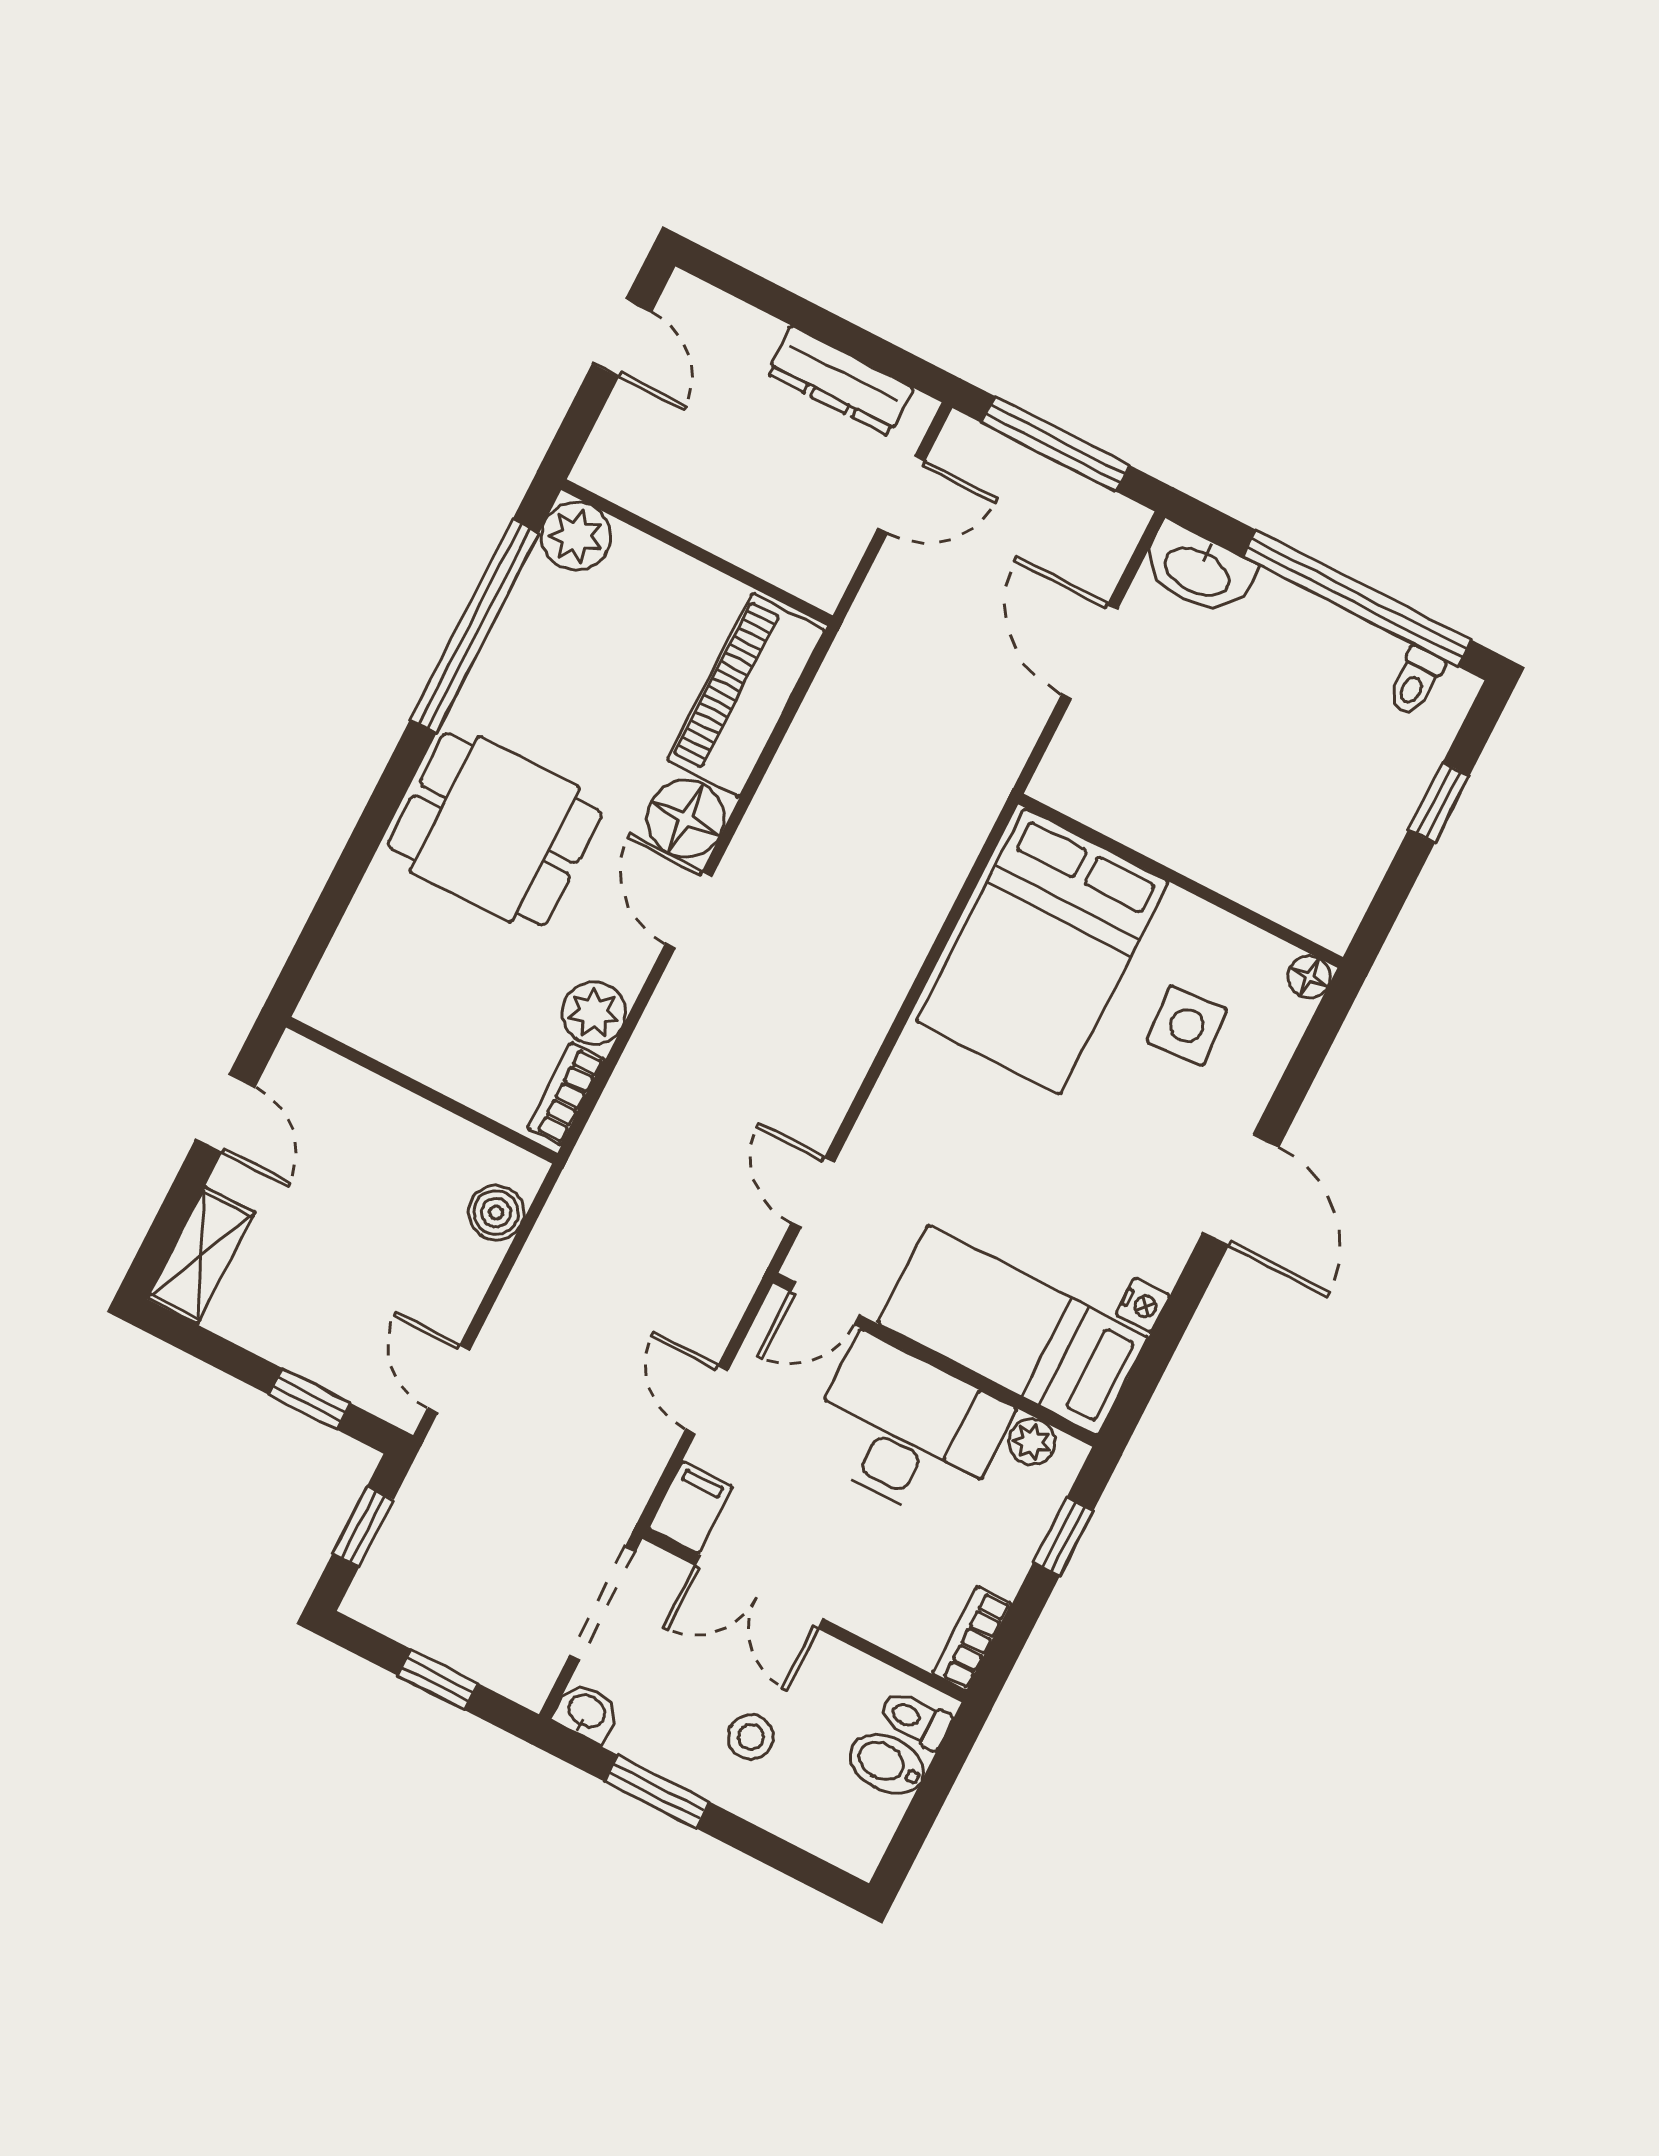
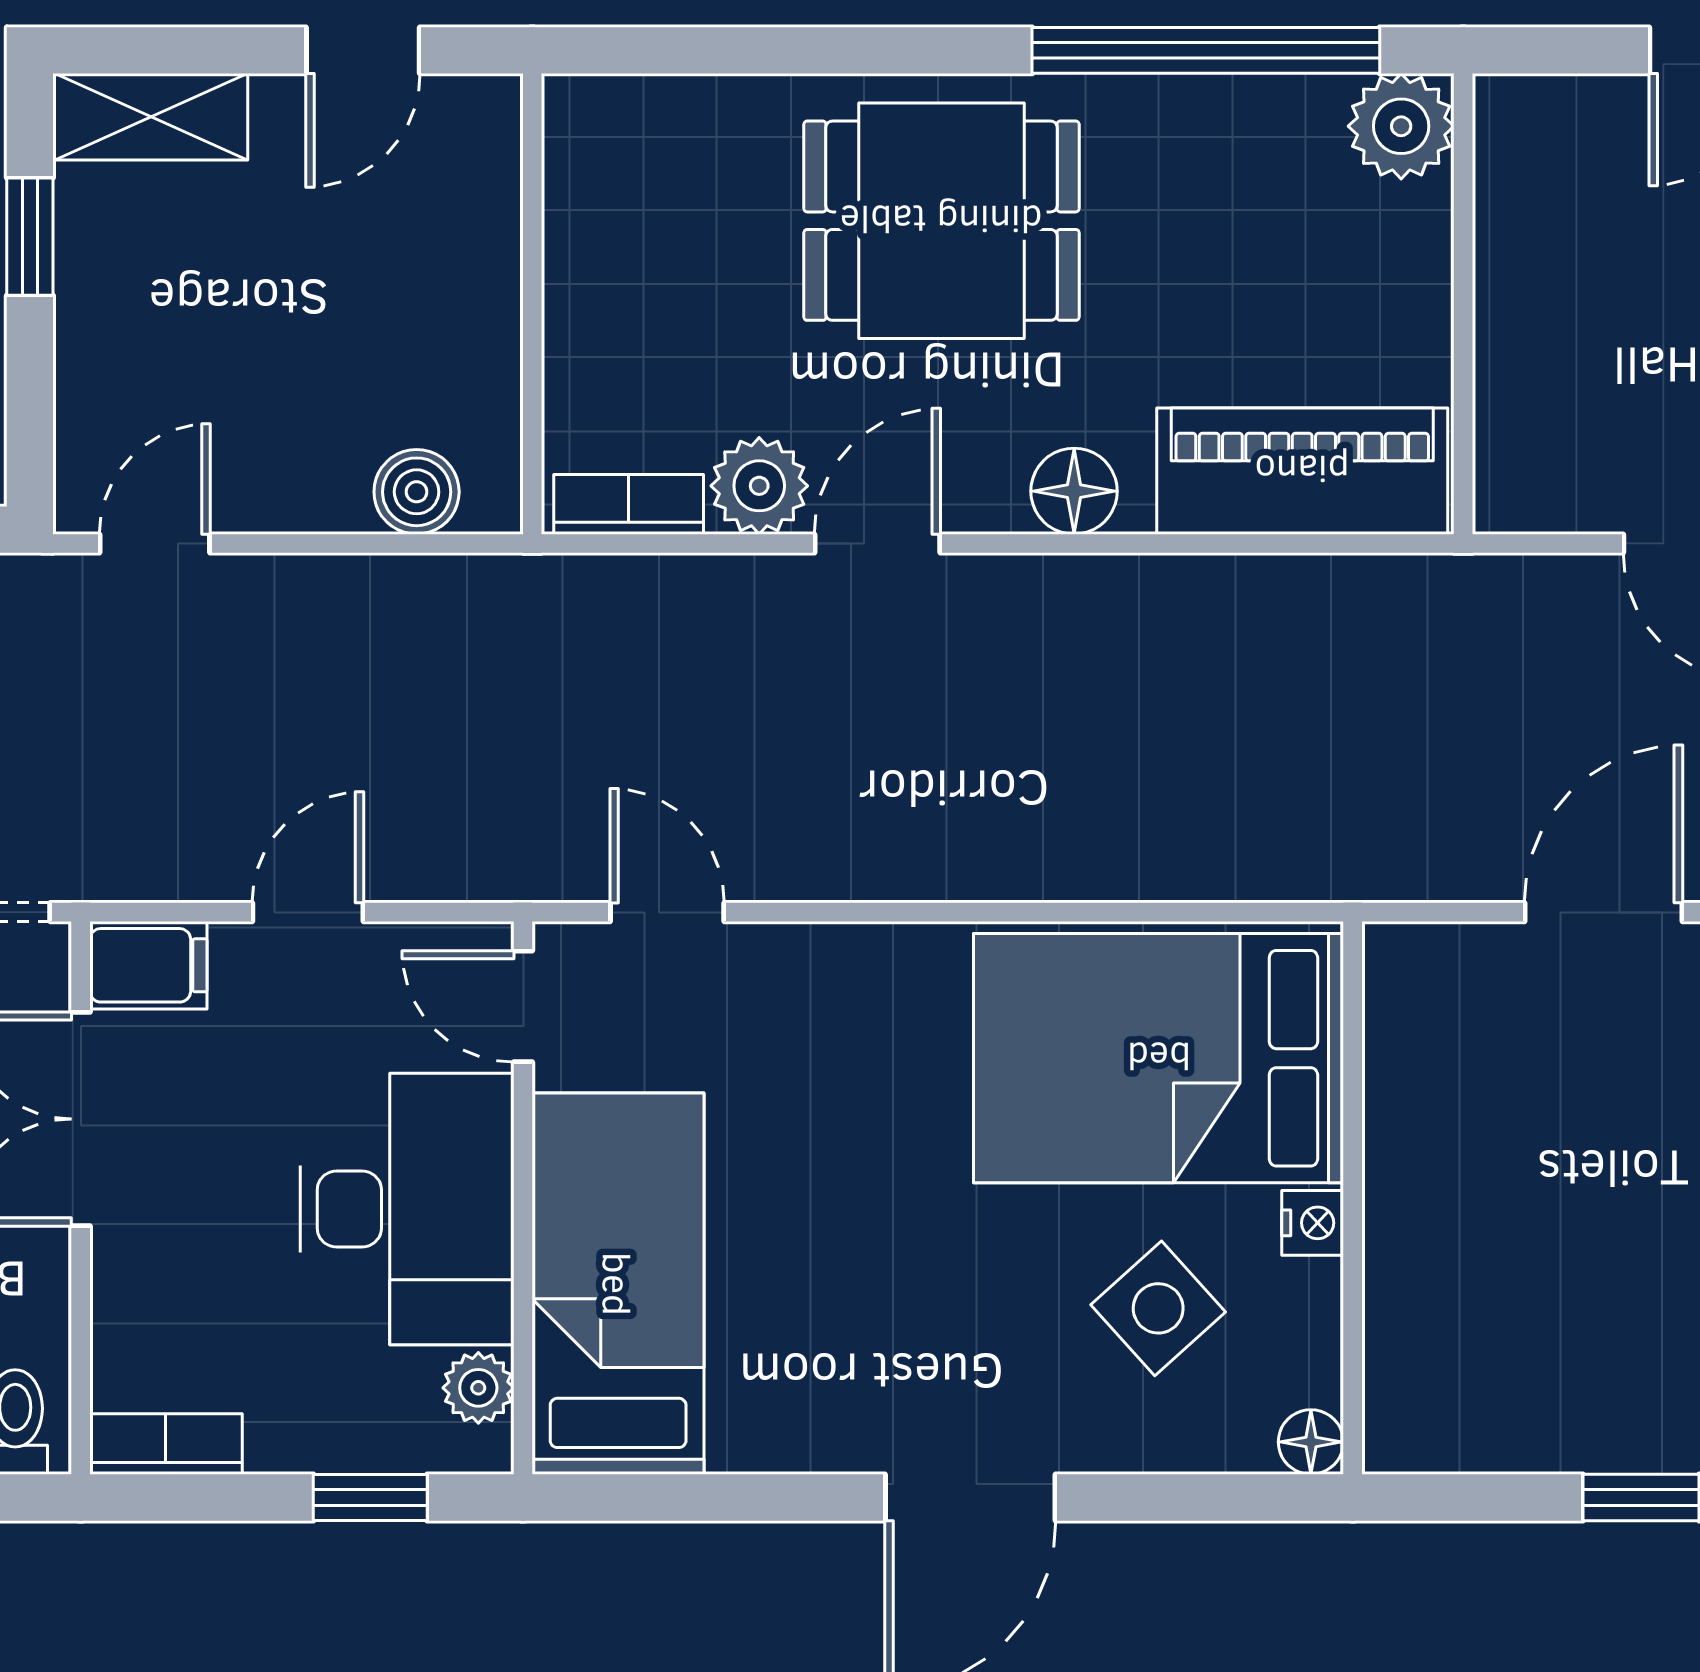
floor lamp: (686, 819) -> (1074, 491), width x0.73, depth x0.73
dining table: (495, 829) -> (941, 221), turned 90
door: (689, 910) -> (877, 543), moved
side table: (1187, 1026) -> (1158, 1308), turned -38
door: (813, 1192) -> (667, 912), hinge flipped
nightstand: (1143, 1305) -> (1313, 1223), moved, turned -90
window: (310, 1399) -> (30, 237), moved

